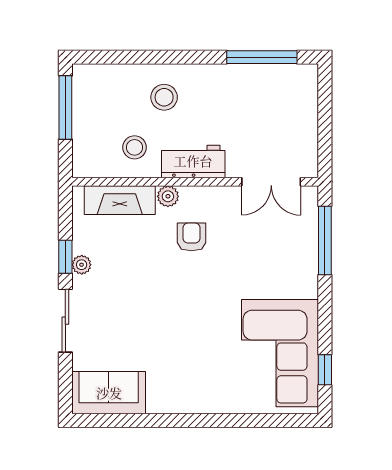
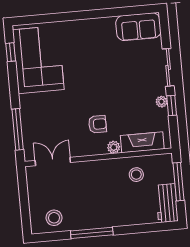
window: (262, 57) -> (92, 233), moved
stool: (164, 97) -> (54, 218), moved
window: (65, 107) -> (179, 182), moved
workbench: (193, 161) -> (167, 203), moved, turned 90
armchair: (192, 237) -> (97, 124), turned -90

